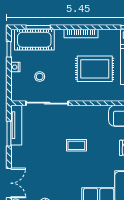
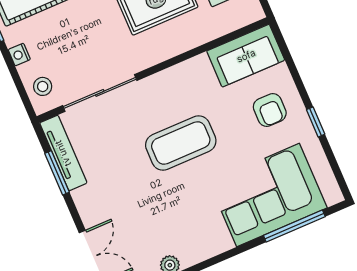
stool: (40, 77) -> (43, 86), moved
coffee table: (76, 145) -> (181, 143), width x1.86, depth x1.72

